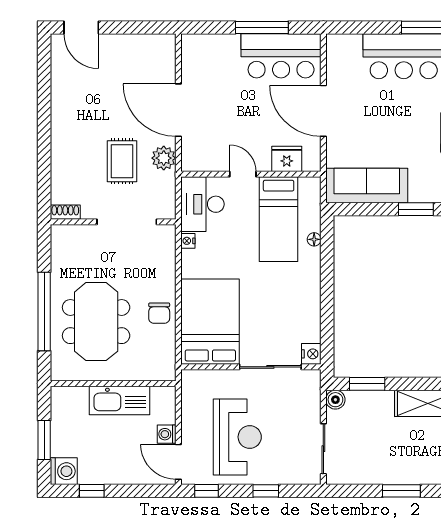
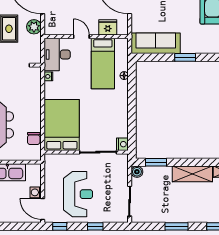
chair: (159, 313) -> (34, 139), moved

